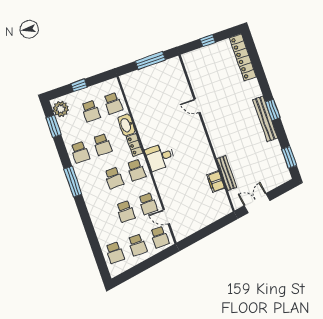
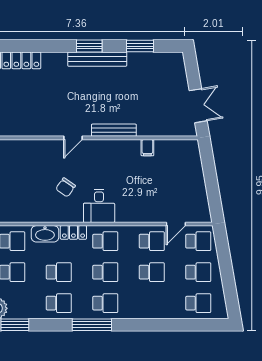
door: (197, 106) -> (73, 138), moved
chair: (165, 128) -> (66, 187), added
window: (289, 157) -> (140, 46), moved
bench: (227, 173) -> (114, 130), moved
filing cabinet: (216, 182) -> (147, 148), width x0.50
school desk: (92, 186) -> (105, 303), added
double door: (257, 203) -> (198, 106), swing flipped

